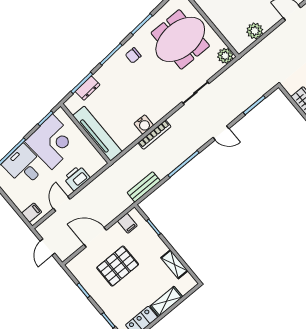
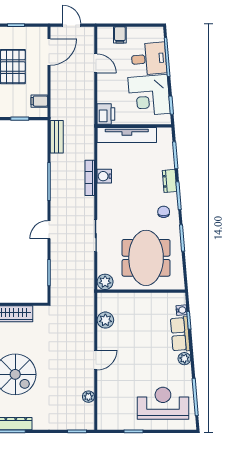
dresser: (88, 88) -> (170, 181), moved
printer: (77, 178) -> (106, 114), moved
filing cabinet: (32, 213) -> (120, 35), moved
door: (95, 237) -> (49, 52), moved

